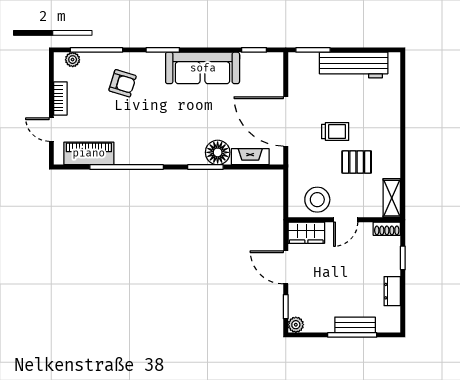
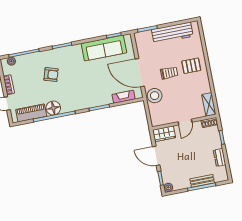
sofa: (203, 68) -> (104, 48), moved
armchair: (123, 83) -> (51, 75), moved
floor lamp: (218, 152) -> (53, 108), moved
pallet: (357, 162) -> (191, 66), moved
stool: (317, 200) -> (155, 96), moved

